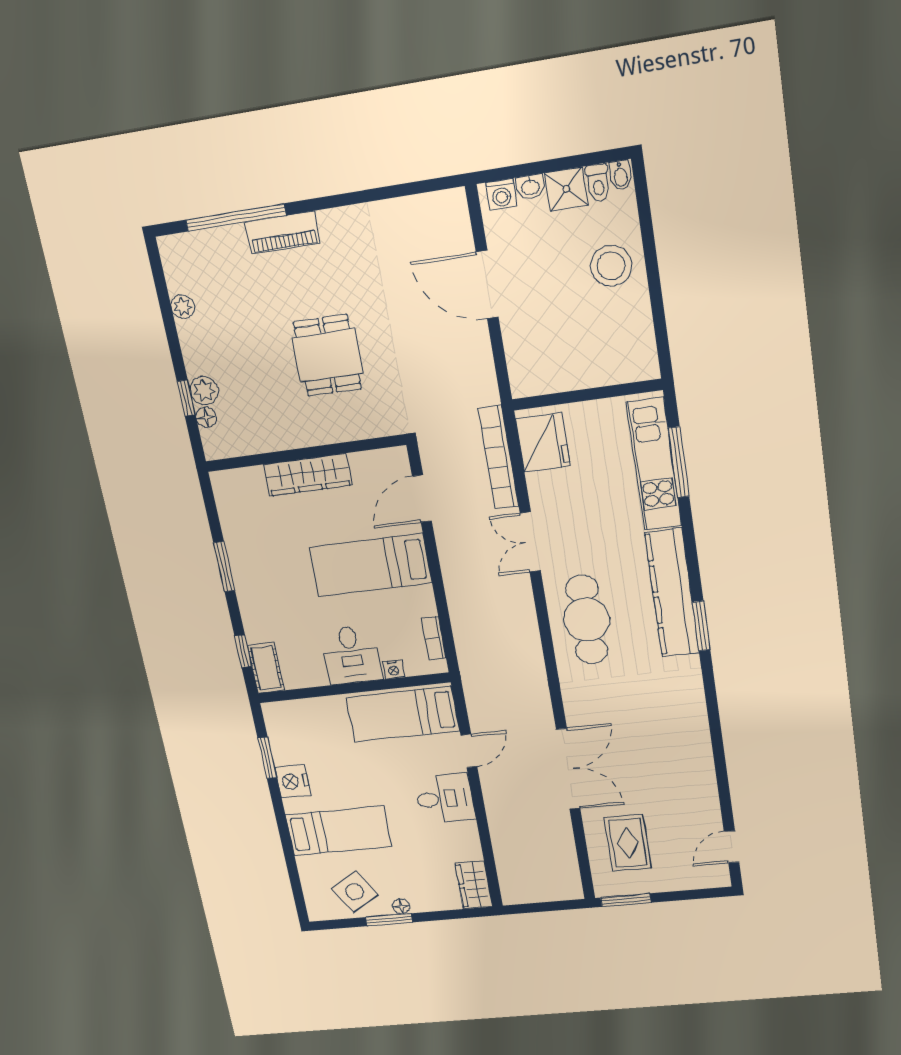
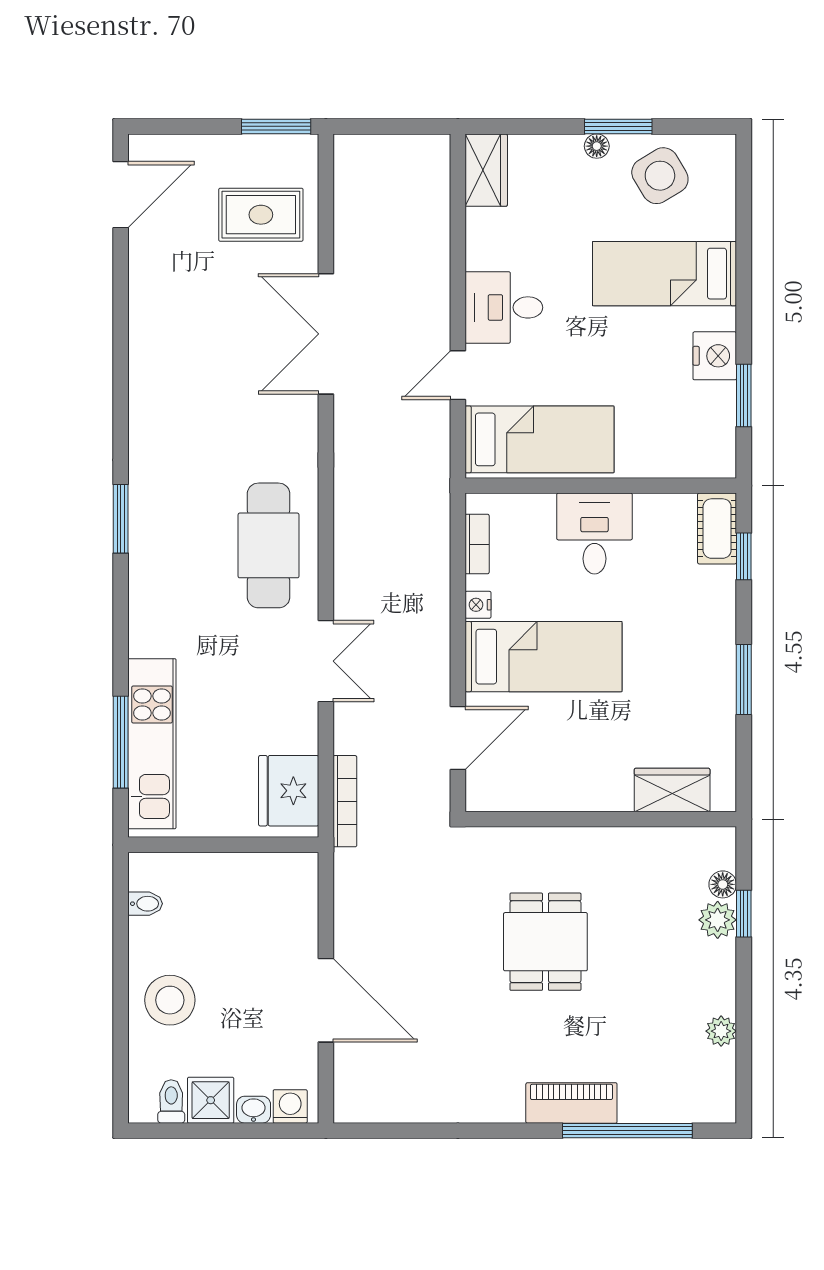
bidet: (620, 175) -> (145, 904), moved, turned 90
bookcase: (498, 457) -> (345, 801), width x0.68, depth x0.76
wardrobe: (308, 475) -> (672, 790), moved, width x0.67
kitchen counter: (672, 593) -> (152, 569), removed
nightstand: (393, 669) -> (478, 605), moved, turned -90
rug: (628, 843) -> (261, 215), turned 90
door: (732, 847) -> (121, 195), width x1.38

